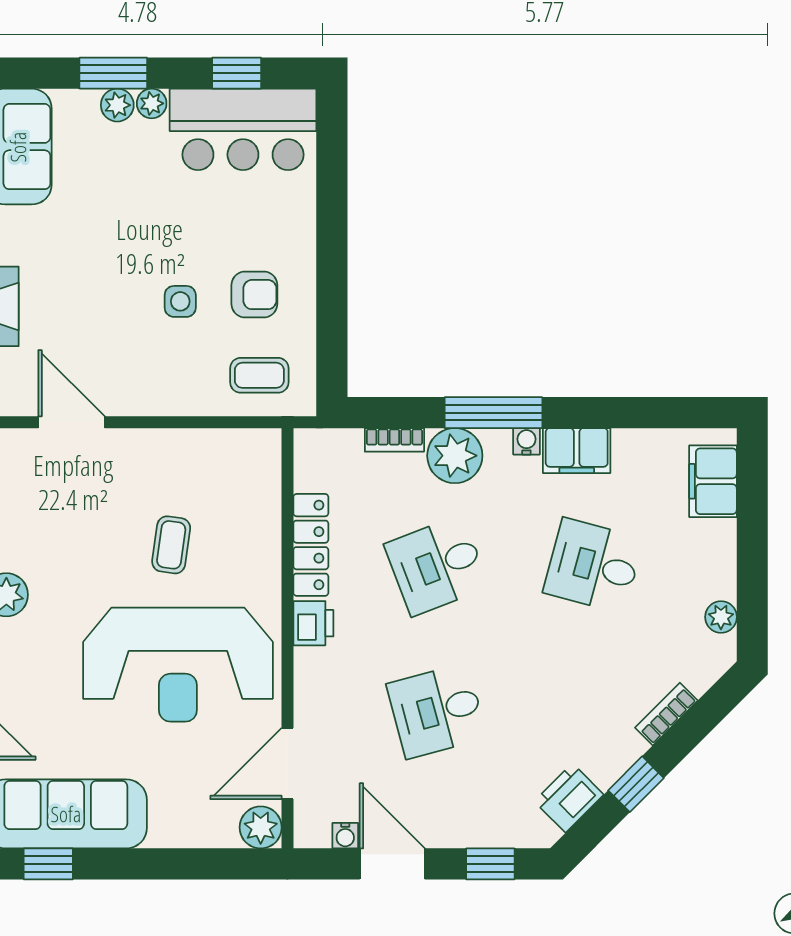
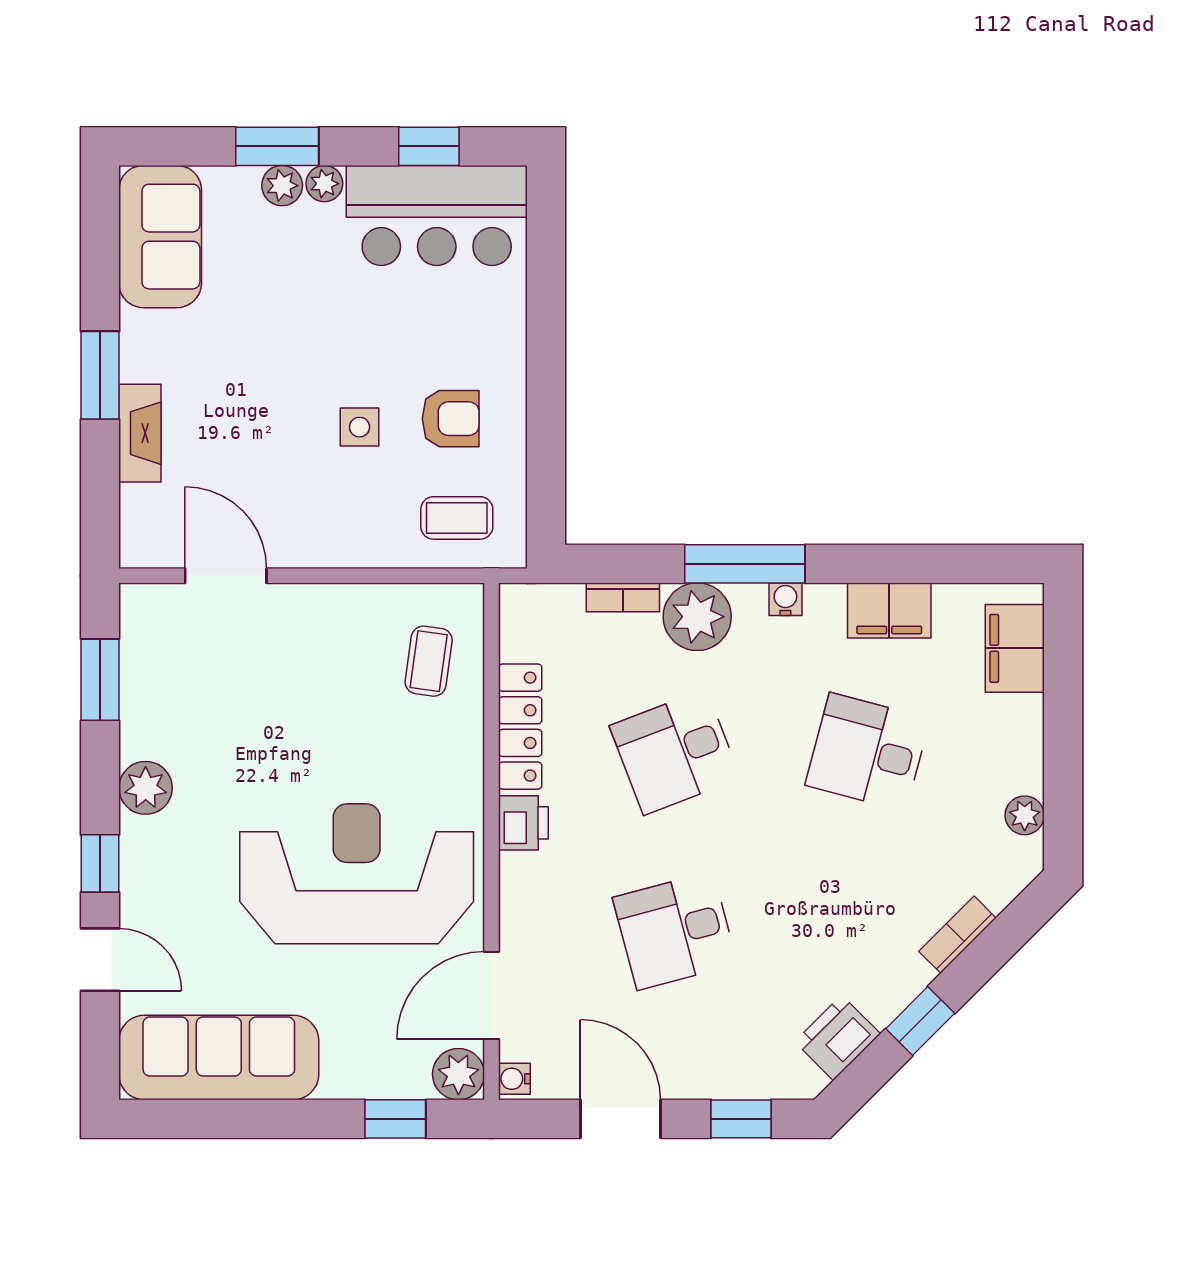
filing cabinet: (577, 451) -> (889, 611), moved
coffee table: (171, 545) -> (429, 661), moved
reception desk: (178, 665) -> (357, 874), turned 180
water cooler: (345, 836) -> (514, 1079), moved, turned 90
window: (48, 864) -> (395, 1119), moved

